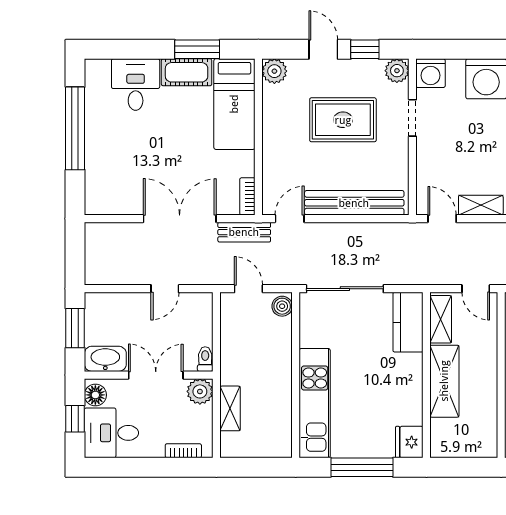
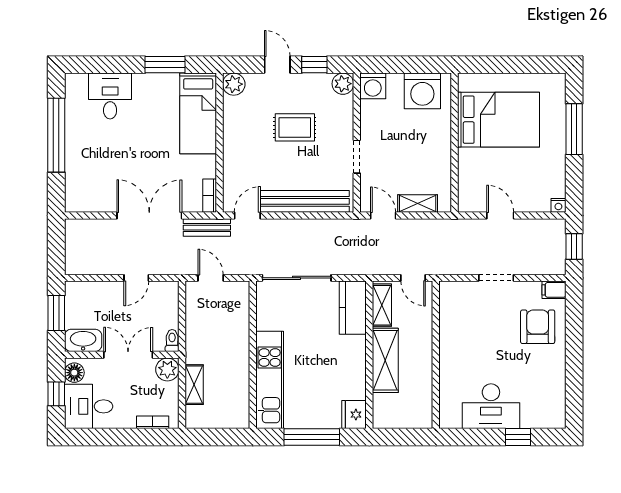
cot: (187, 72) -> (155, 85), removed
doorway: (412, 118) -> (357, 157), moved
rug: (343, 120) -> (295, 127), width x0.73, depth x0.70
boiler: (282, 306) -> (241, 294), removed

